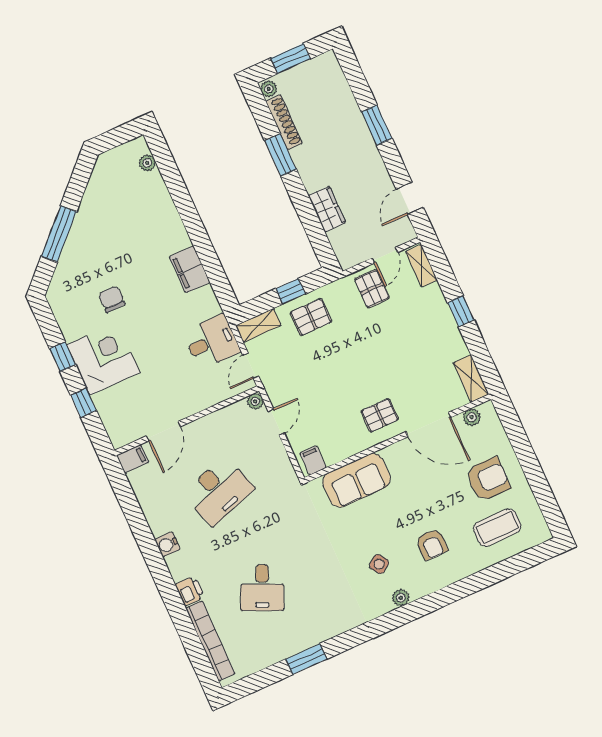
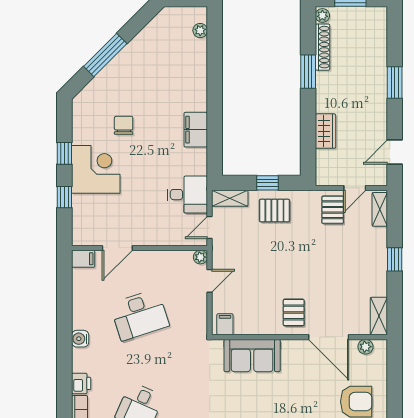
pallet: (380, 415) -> (294, 312), turned 90

